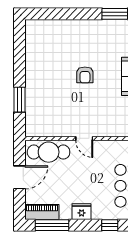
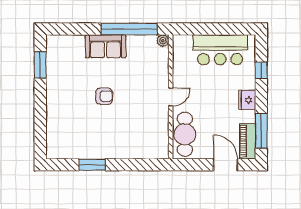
window: (19, 100) -> (92, 165), moved
door: (19, 177) -> (226, 165), moved

